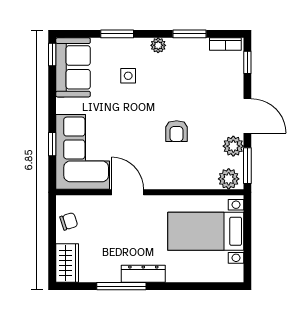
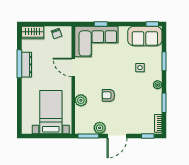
plant: (229, 179) -> (81, 100), moved
door: (128, 192) -> (73, 67), swing flipped
dresser: (143, 274) -> (26, 65), moved

